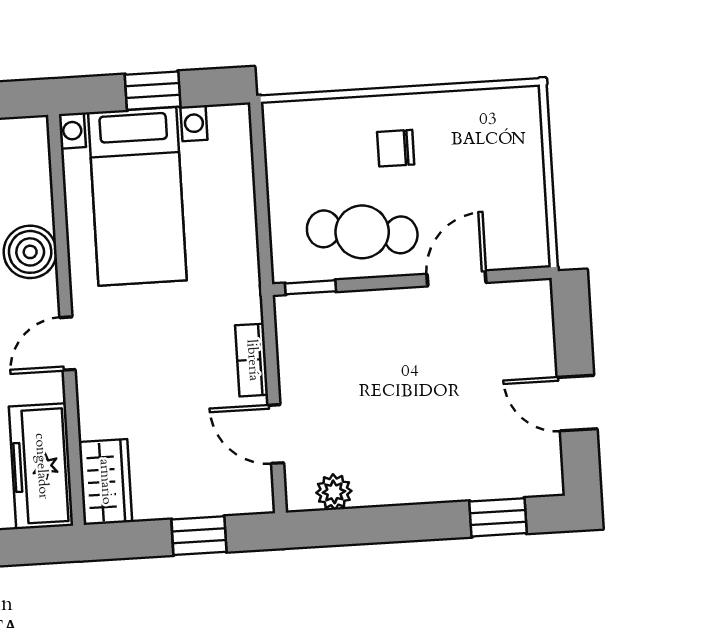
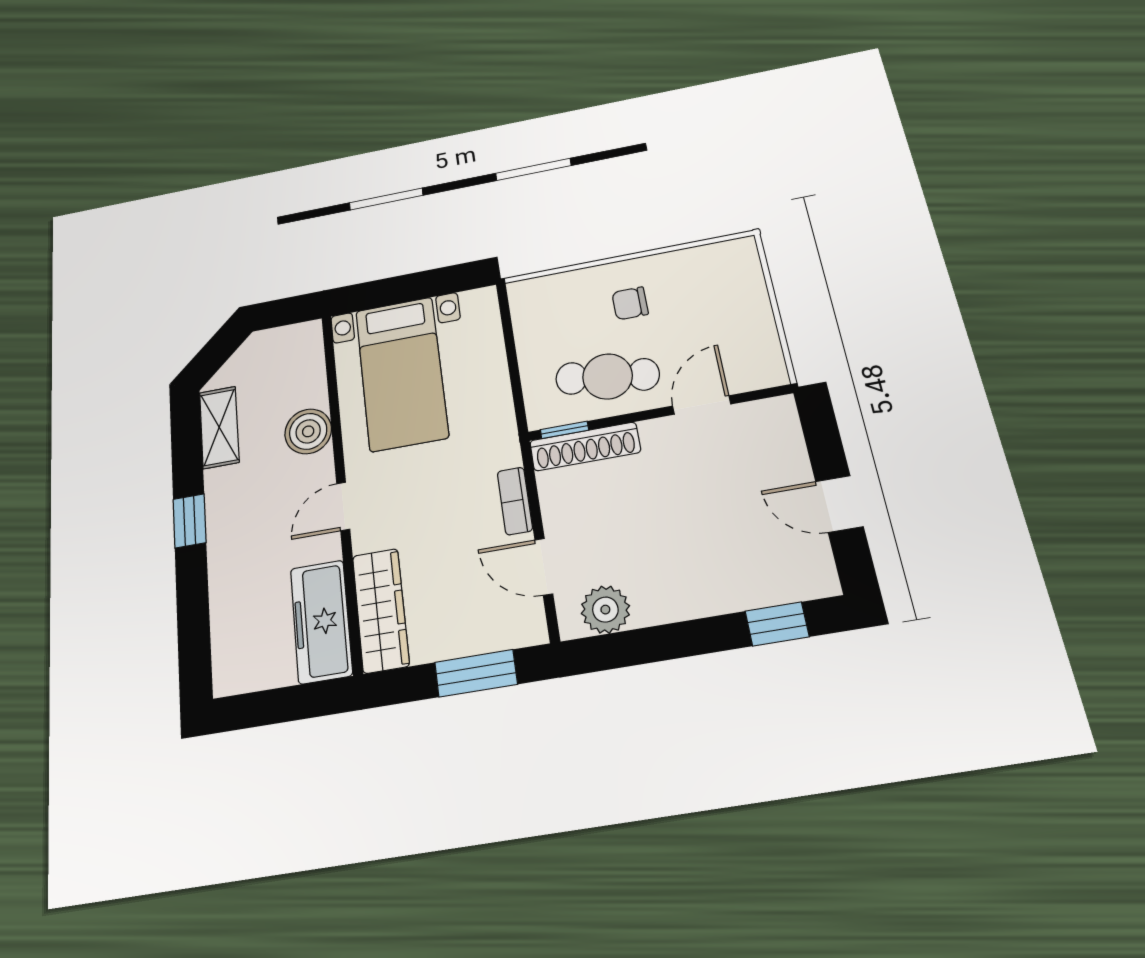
window: (153, 91) -> (411, 287), removed
shoe rack: (330, 309) -> (585, 446), added
wardrobe: (105, 482) -> (381, 610), width x1.50
plant: (334, 492) -> (605, 610), width x1.38, depth x1.38
window: (199, 536) -> (476, 673), width x1.50

